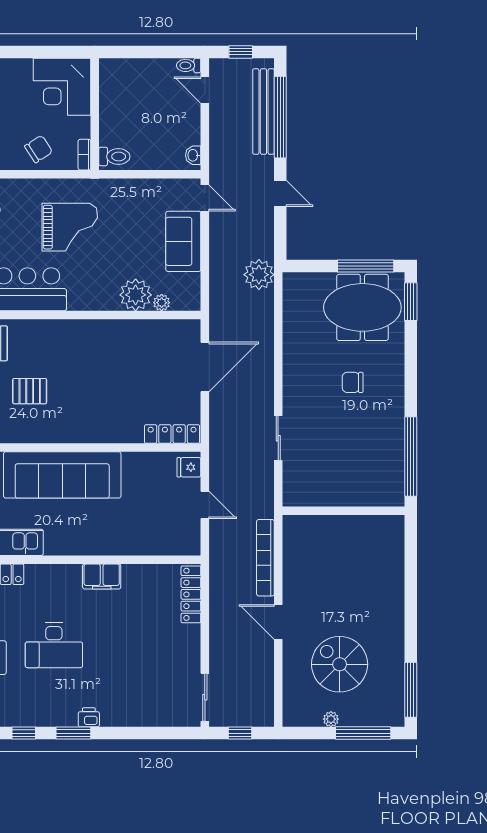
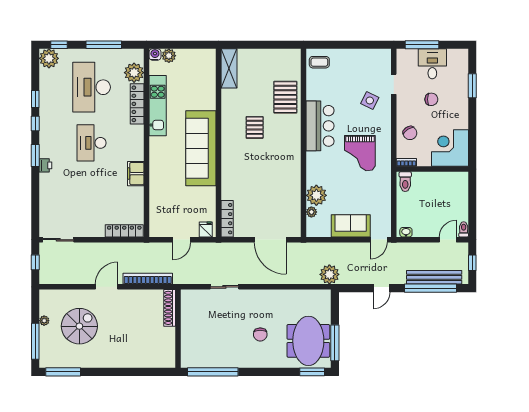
chair: (353, 382) -> (260, 335), turned 180
shoe rack: (311, 524) -> (170, 308), added

